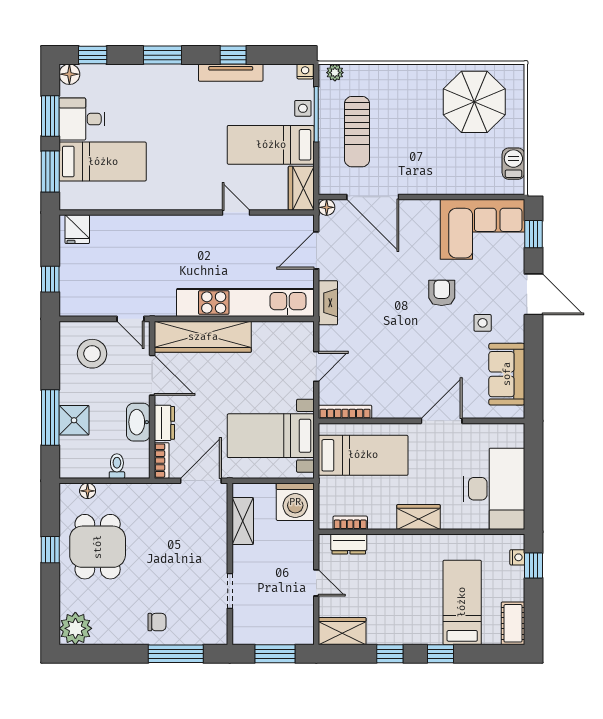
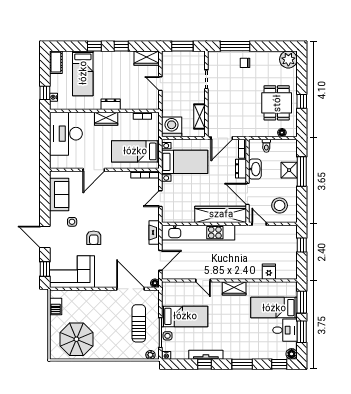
wardrobe: (301, 188) -> (234, 288), moved, turned 90
fridge: (77, 229) -> (269, 272), moved
dresser: (349, 544) -> (111, 104), moved

